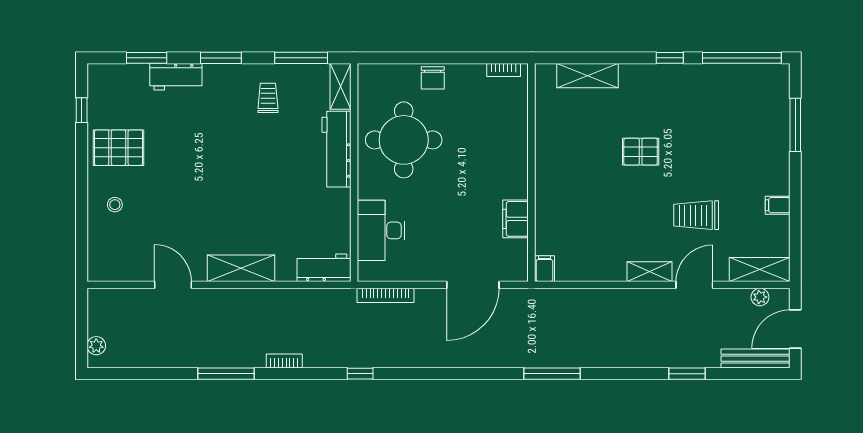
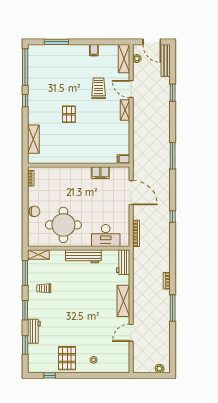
workbench: (337, 149) -> (83, 256), moved
trolley: (696, 215) -> (99, 88), turned 180
window: (360, 374) -> (173, 216), moved

